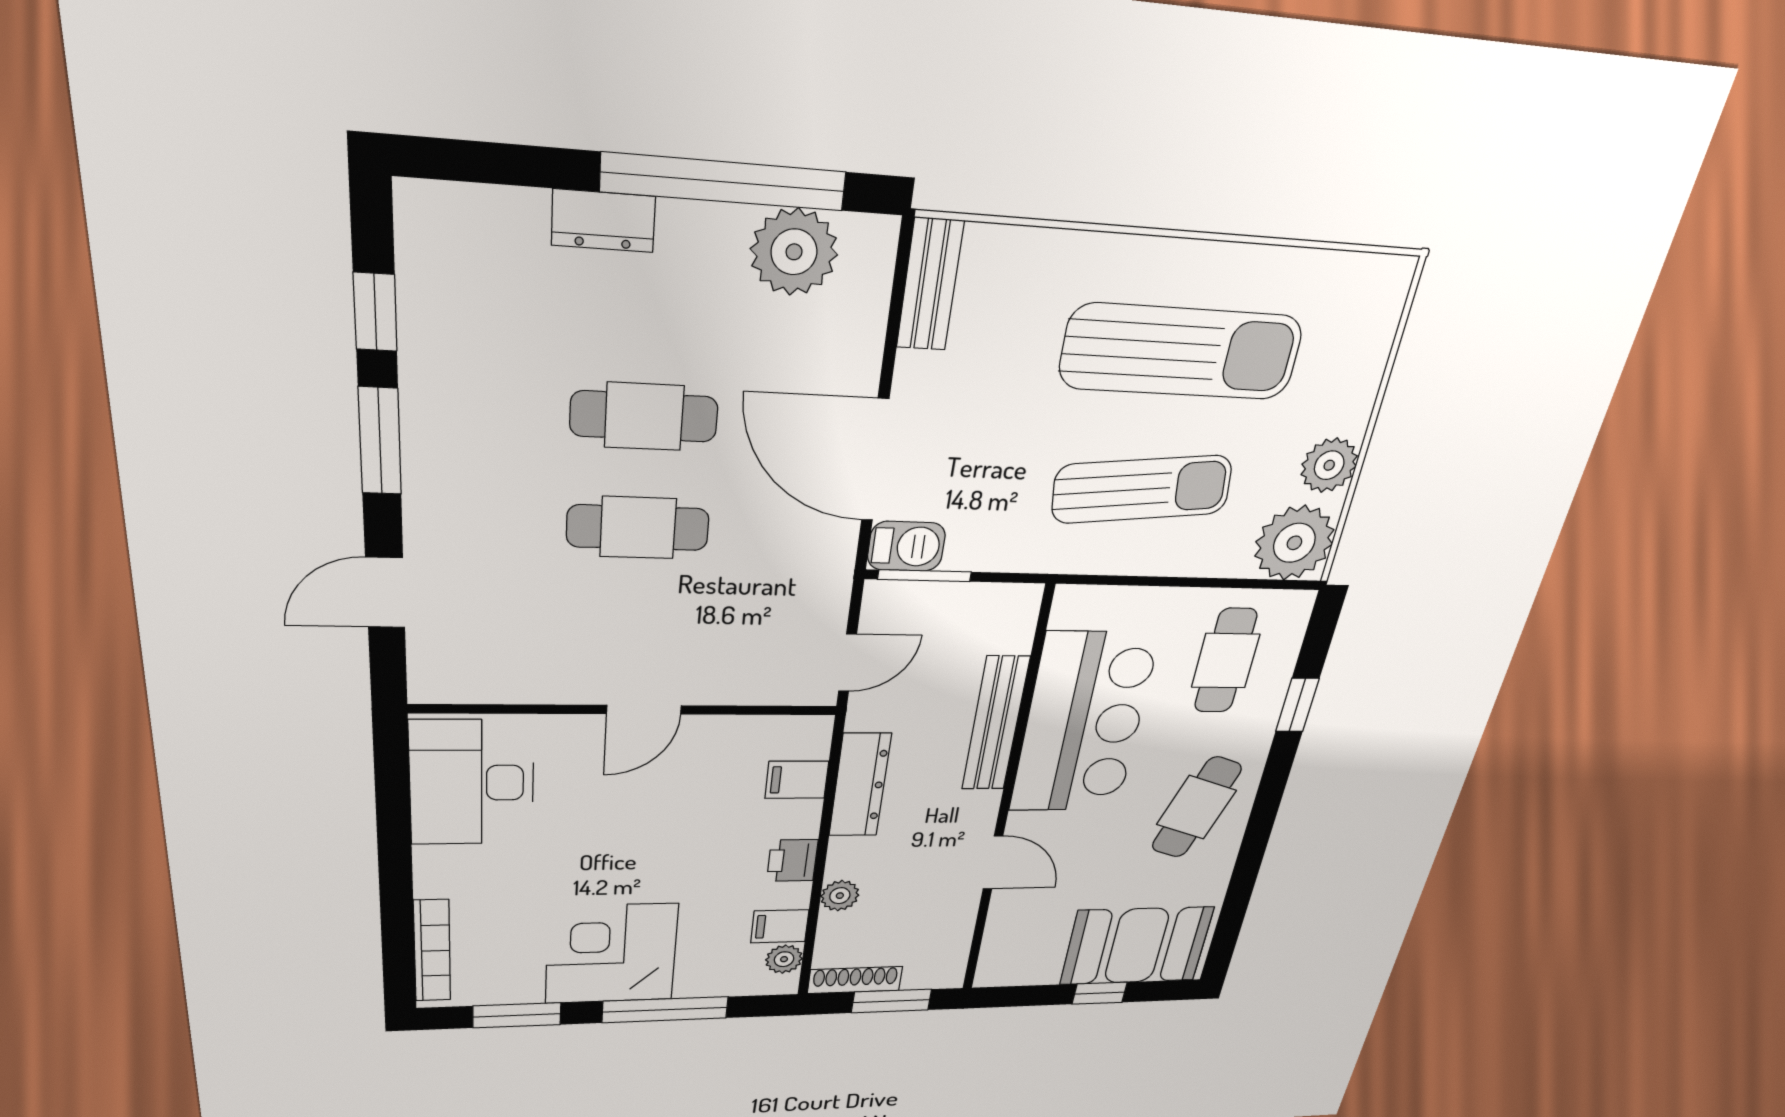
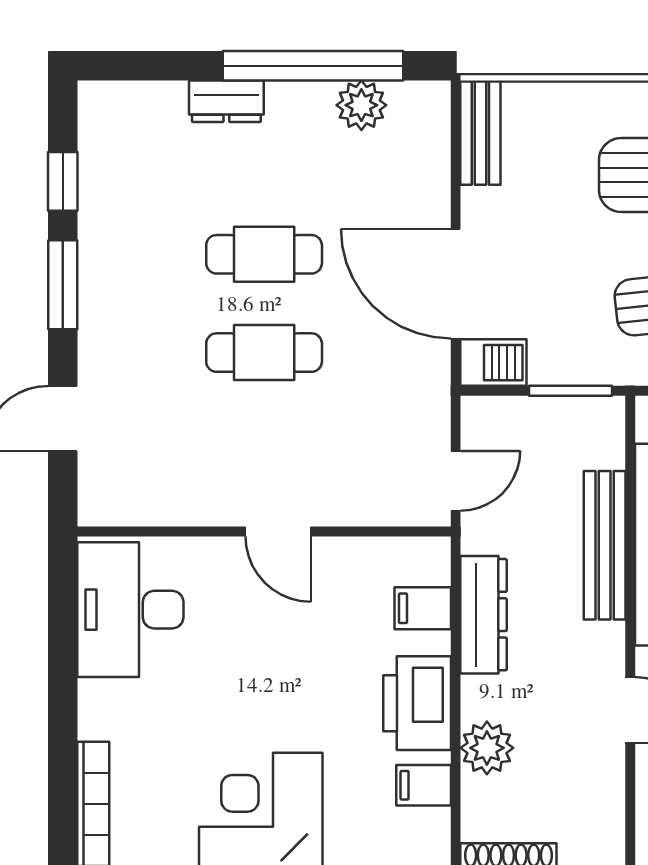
plant: (794, 252) -> (361, 105), width x0.73, depth x0.73
window: (925, 576) -> (571, 391), moved
door: (644, 710) -> (278, 531), hinge flipped
printer: (792, 860) -> (417, 703), width x1.87, depth x1.48
plant: (840, 896) -> (487, 748), width x1.38, depth x1.38
plant: (784, 959) -> (432, 828), removed

